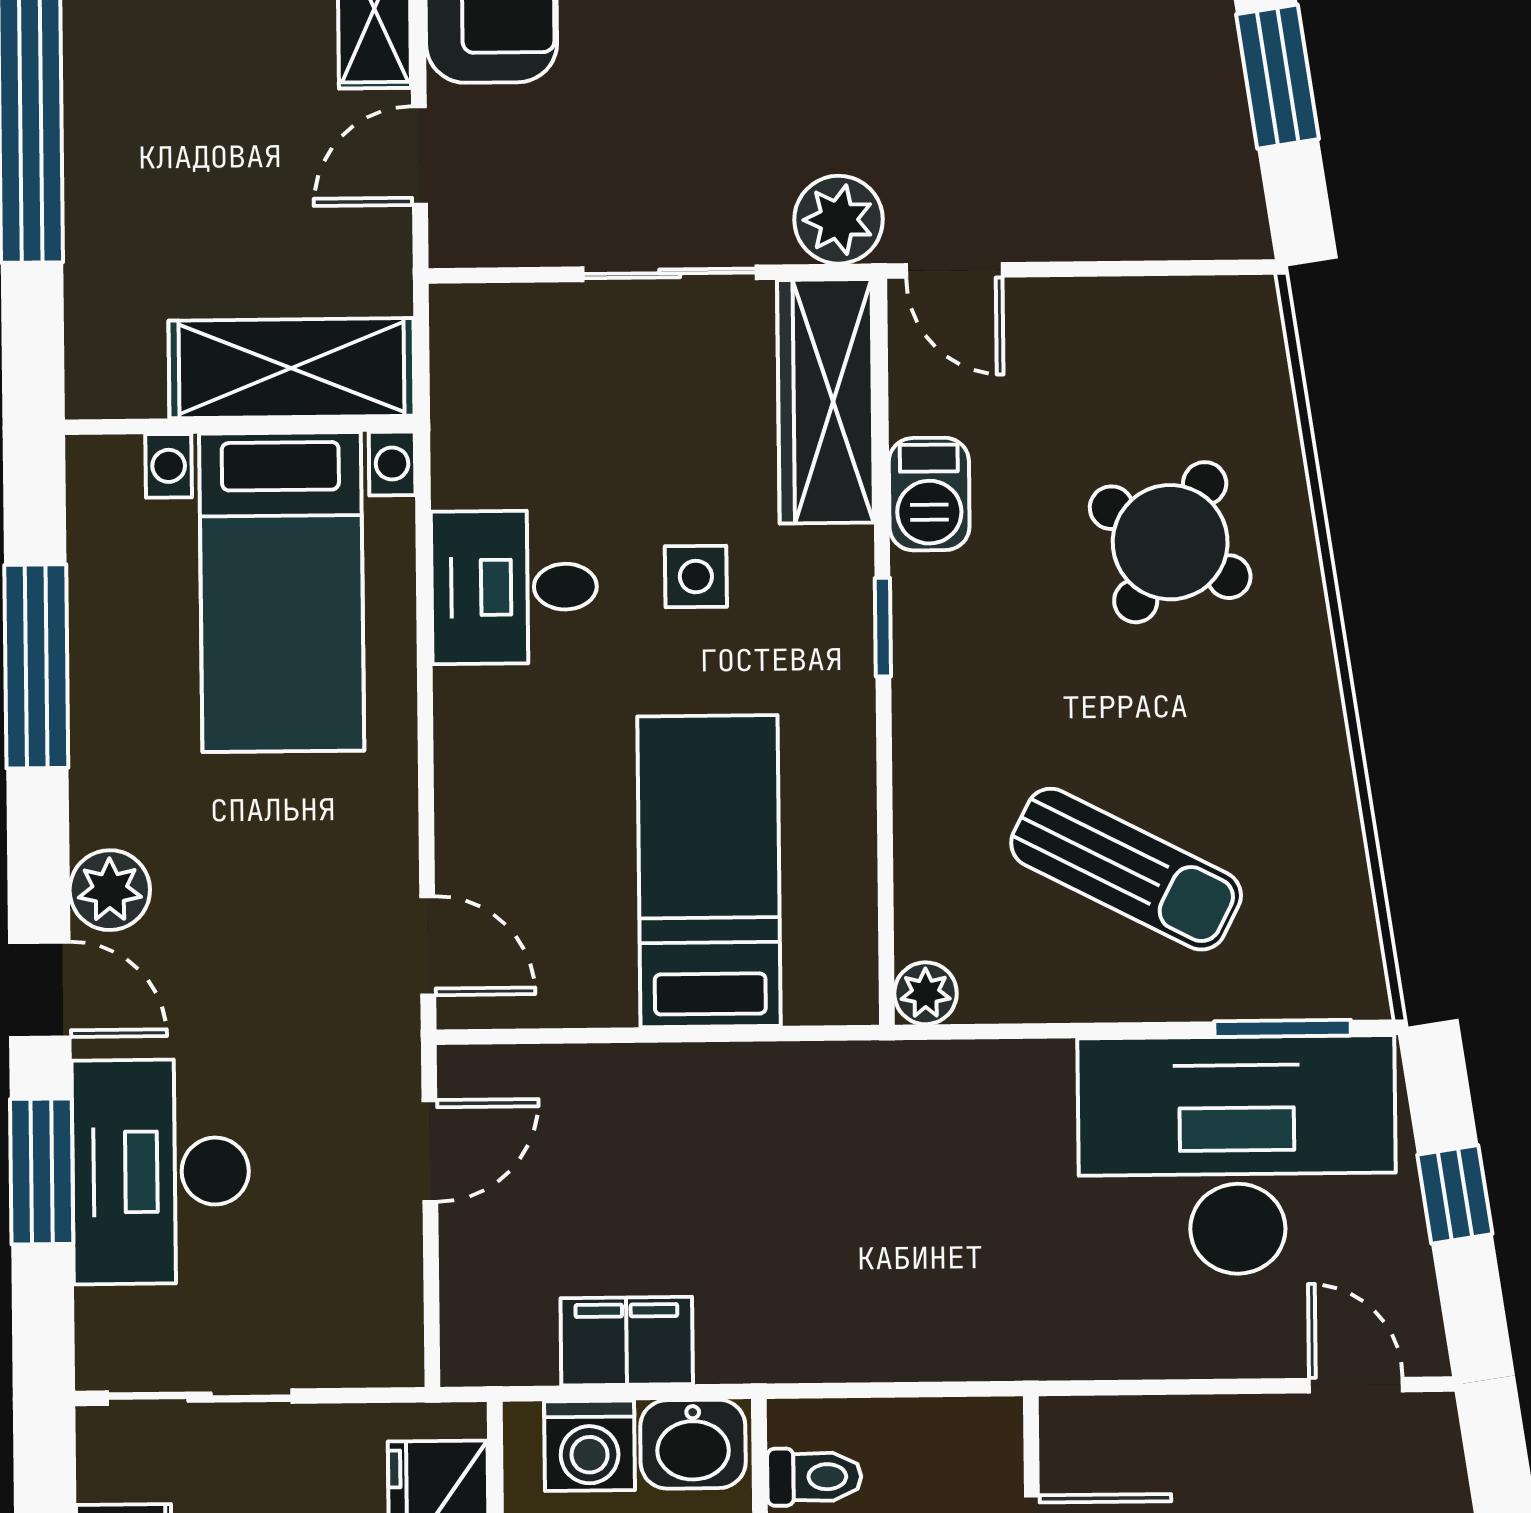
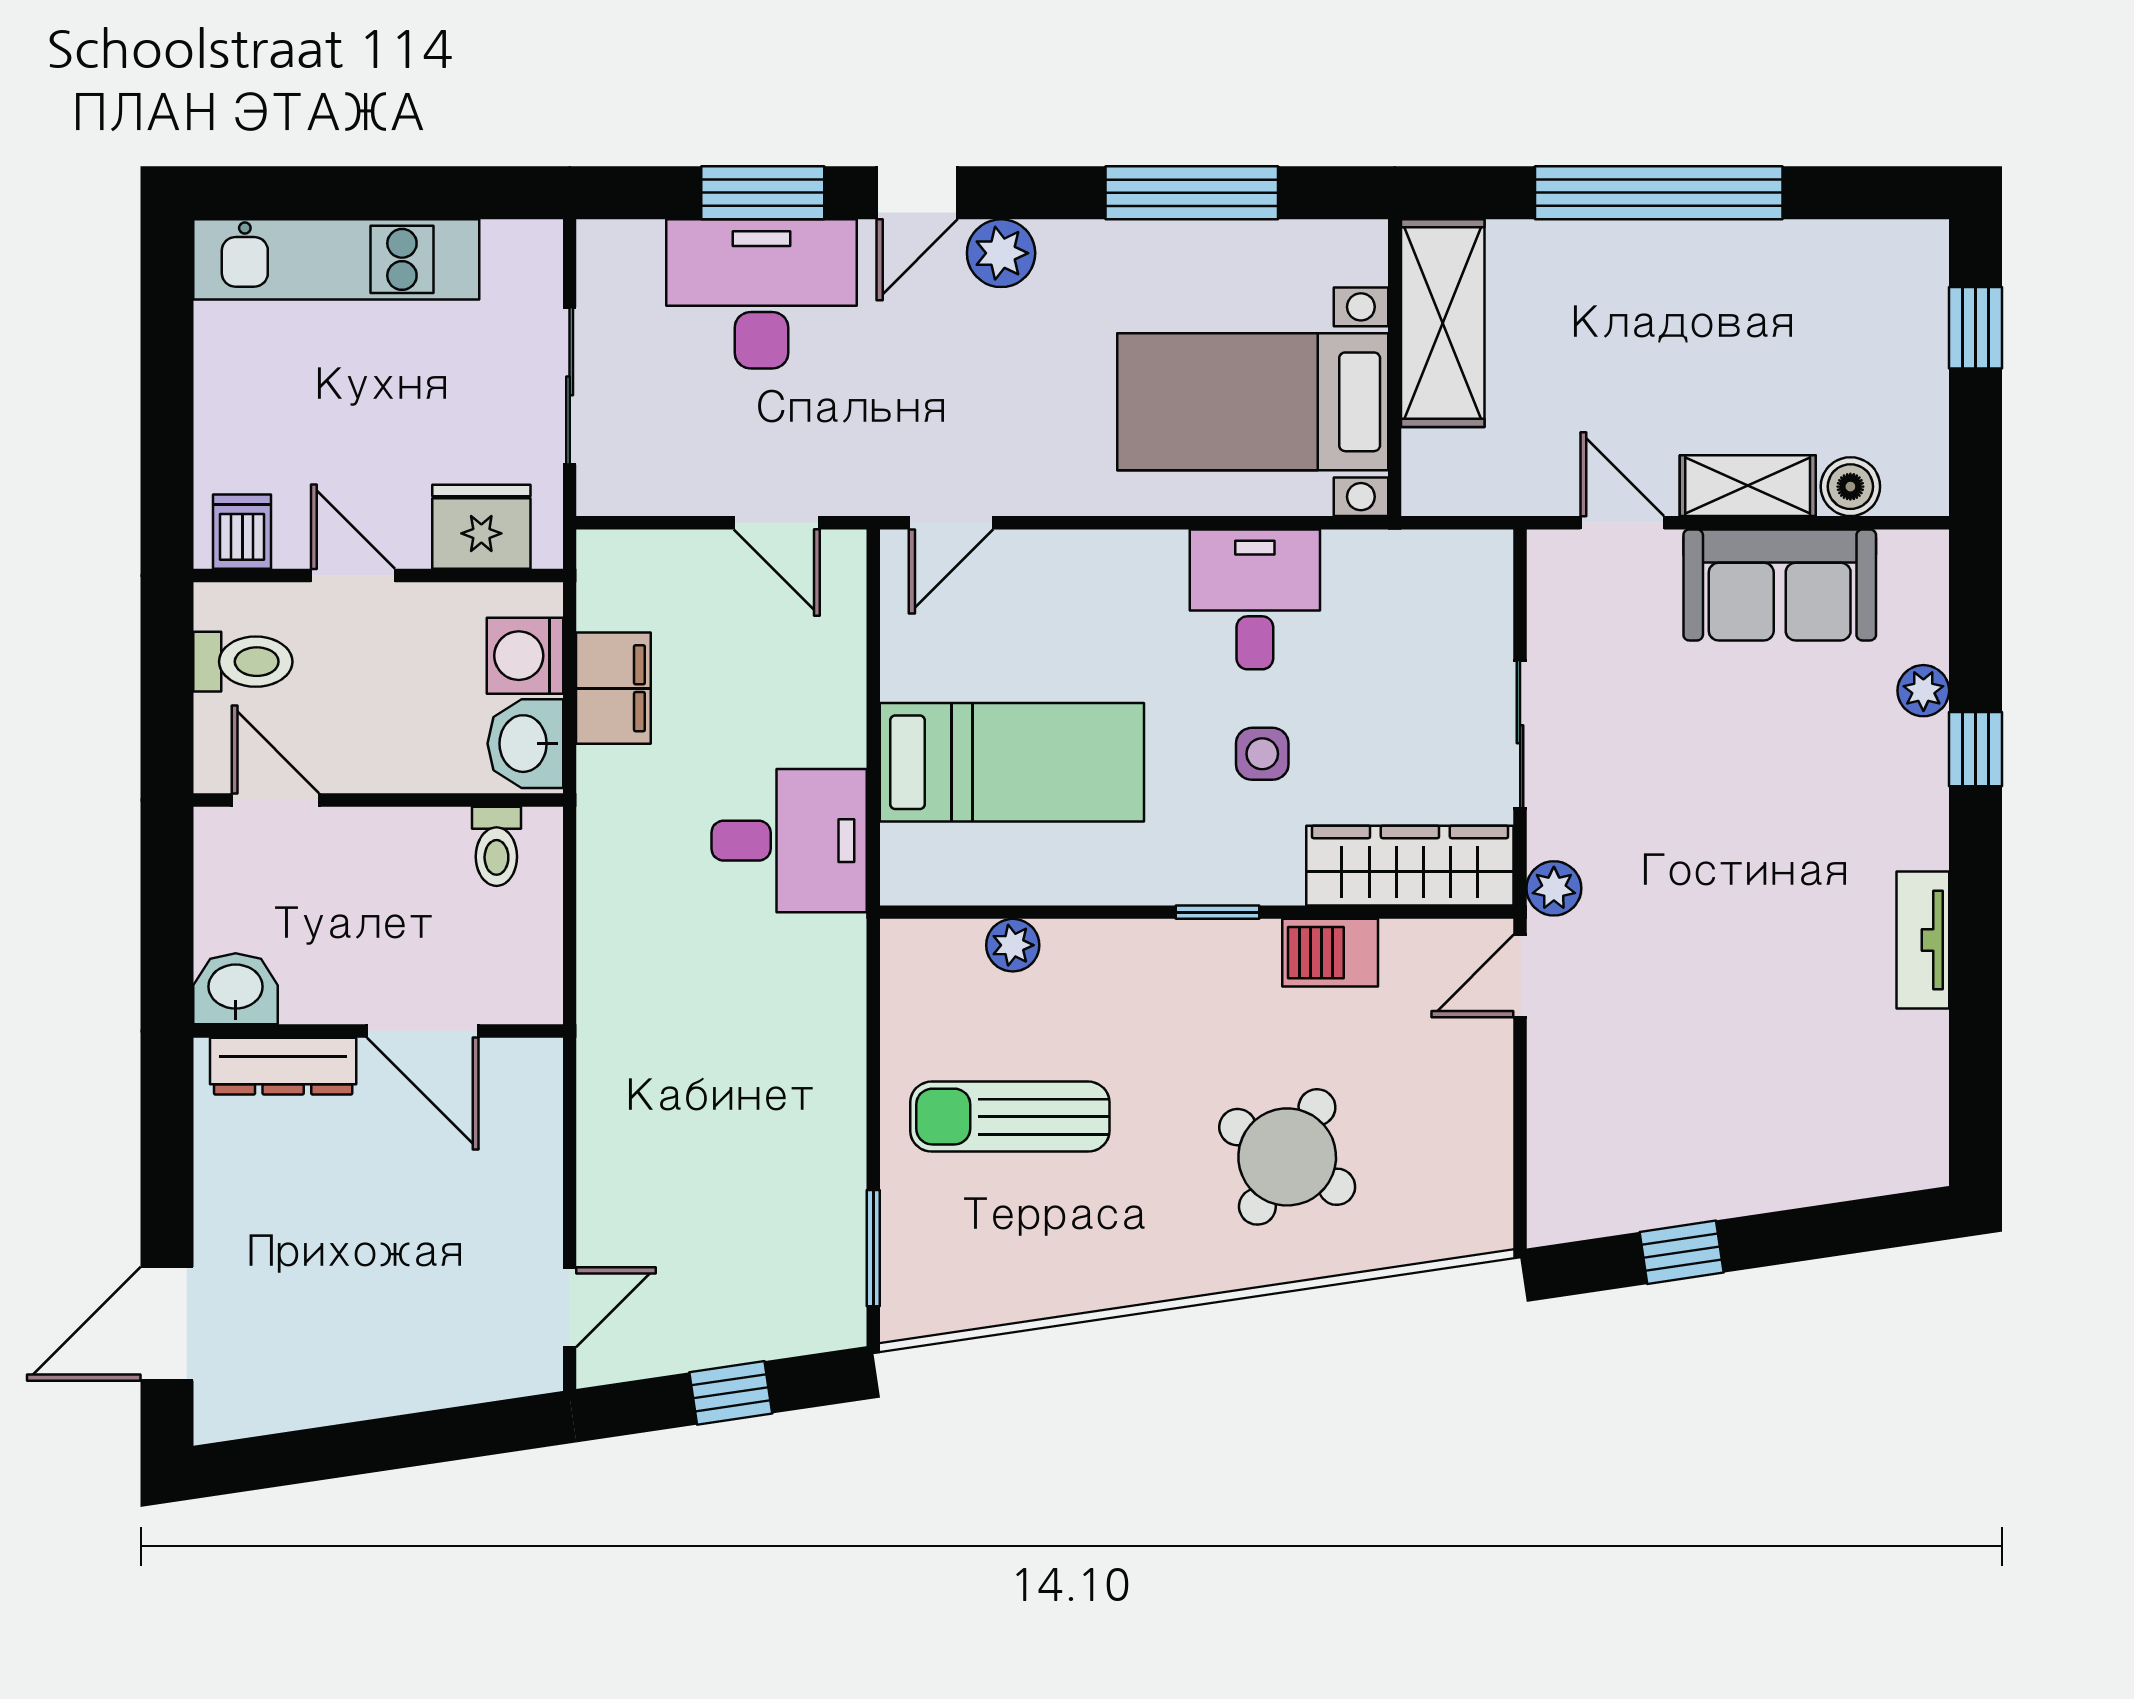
window: (1277, 77) -> (1682, 1252), width x0.67
plant: (839, 220) -> (1554, 888), width x0.73, depth x0.73
shelving: (292, 368) -> (1443, 323), moved
sun lounger: (1126, 869) -> (1010, 1117), turned 63
plant: (926, 993) -> (1013, 945), moved
desk: (1237, 1155) -> (789, 841), moved, width x0.53, depth x0.77
sliding door: (200, 1397) -> (570, 386), moved

